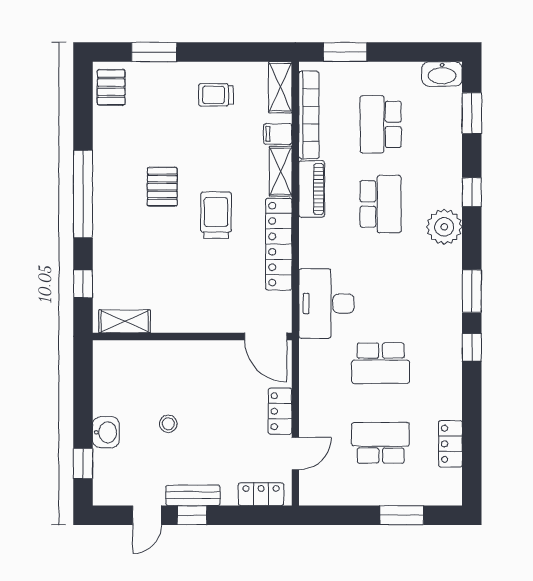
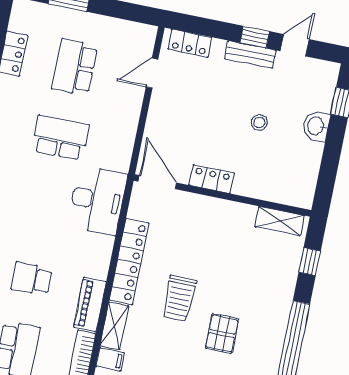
school desk: (381, 204) -> (32, 279), width x0.54
locker: (280, 411) -> (212, 179), moved, turned -90
school desk: (381, 443) -> (75, 67), turned 90

